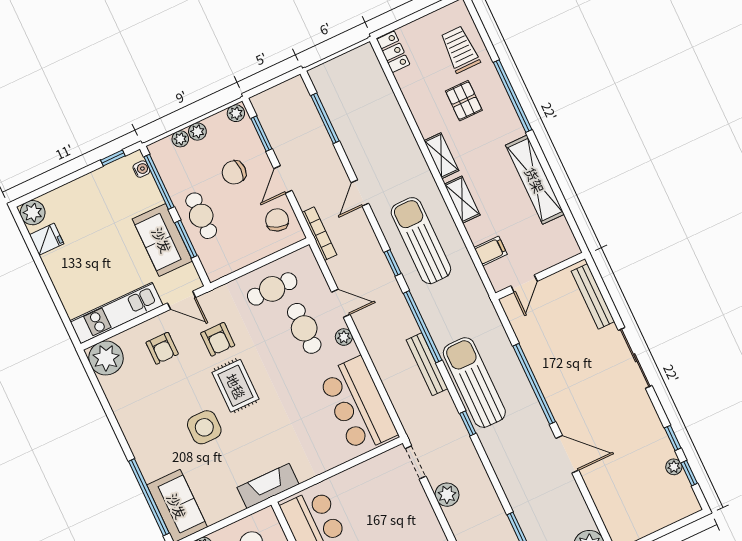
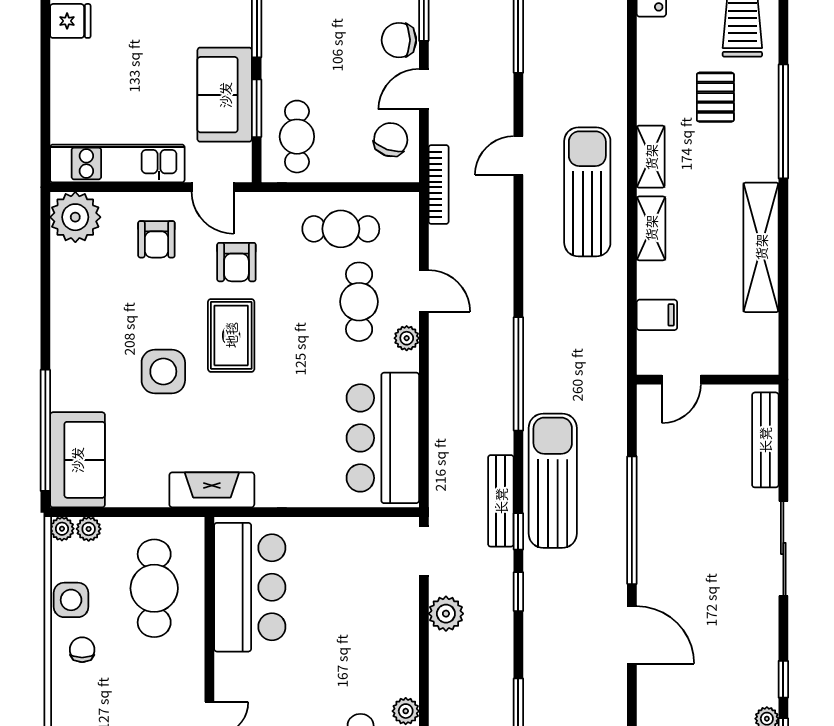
chair: (234, 172) -> (399, 40), moved
cafe table: (201, 216) -> (297, 137), moved
sun lounger: (421, 241) -> (587, 192), moved
window: (393, 263) -> (518, 592), moved
bench: (427, 364) -> (501, 501), moved

